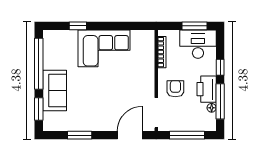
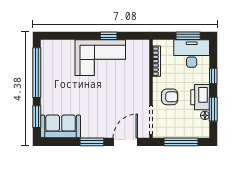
window: (78, 26) -> (109, 36), moved
armchair: (175, 89) -> (170, 97), turned 90
sofa: (55, 91) -> (61, 126), moved, turned -90
window: (220, 101) -> (213, 109), width x0.69
window: (80, 135) -> (92, 142), moved

